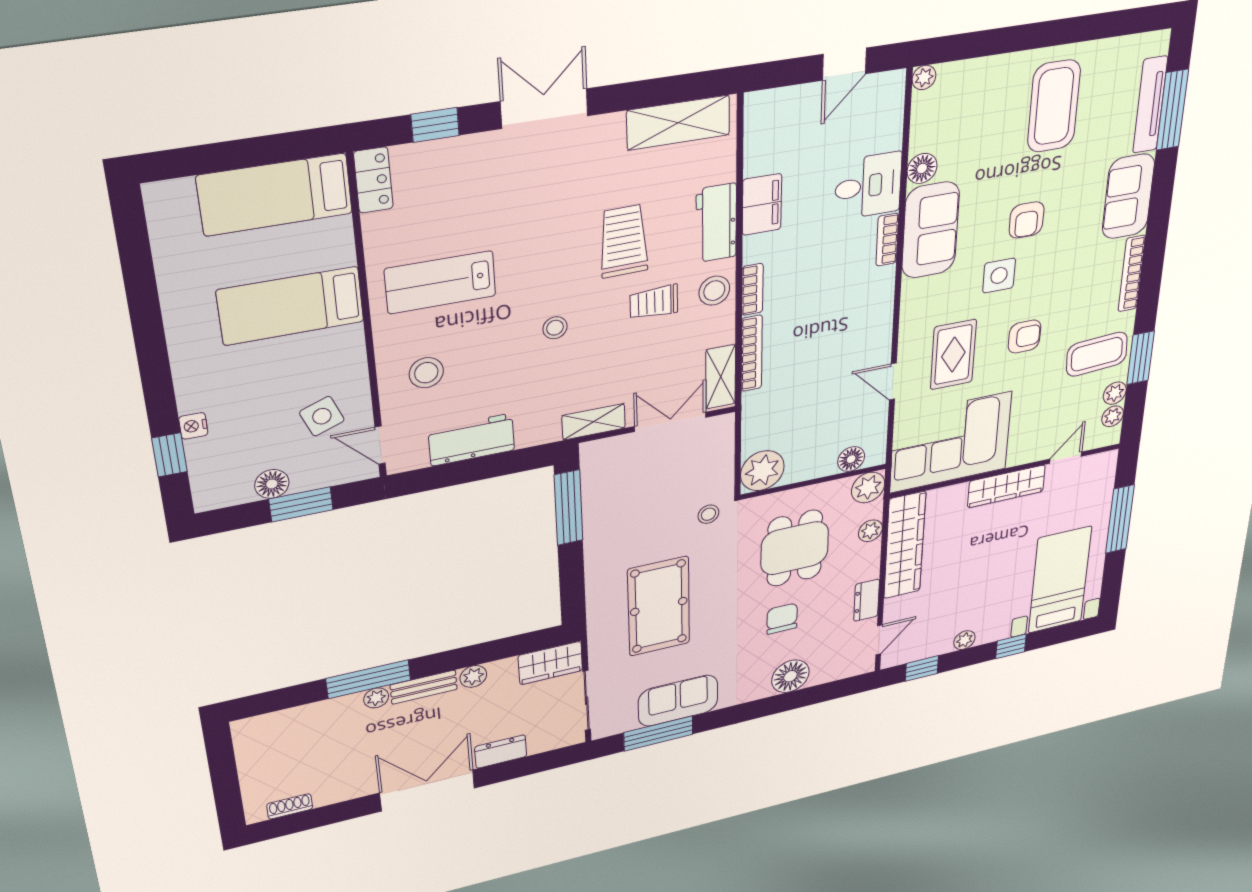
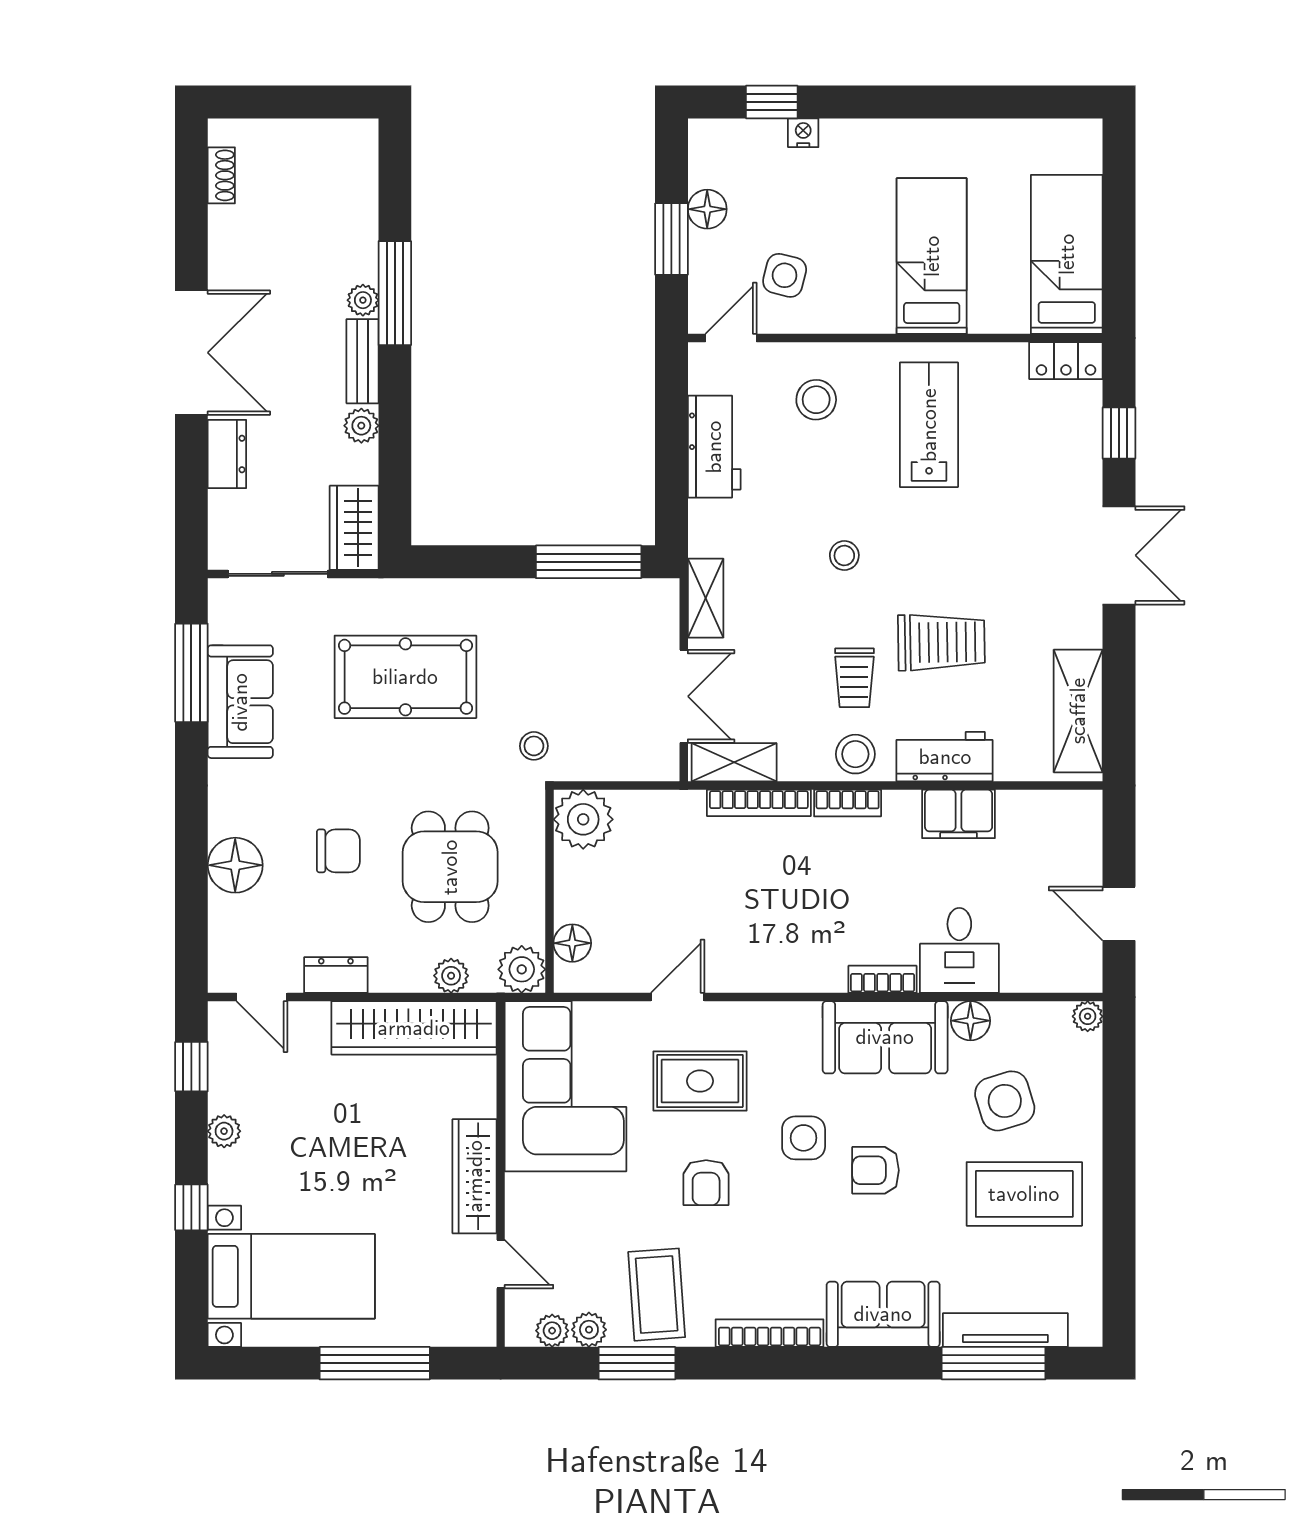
side table: (984, 132) -> (1005, 1101), added
trolley: (654, 302) -> (854, 678), turned 180
side table: (322, 416) -> (785, 275), turned 35
dining table: (795, 548) -> (450, 867), turned 90

